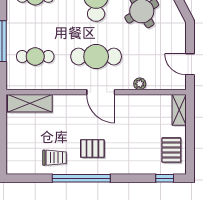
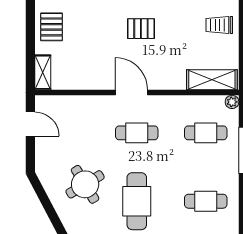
cafe table: (96, 57) -> (137, 133), width x0.73, depth x0.74
plant: (140, 84) -> (232, 102), moved
trolley: (55, 158) -> (219, 25), moved

